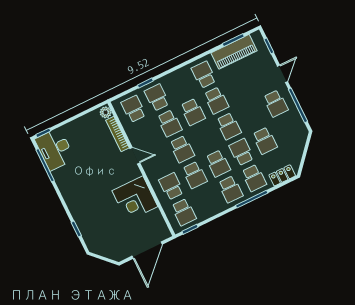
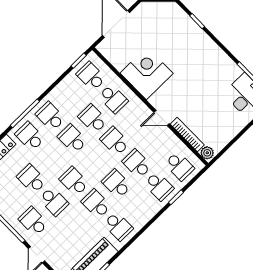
school desk: (241, 152) -> (54, 201), moved

